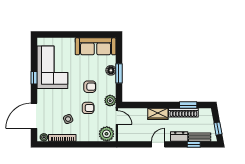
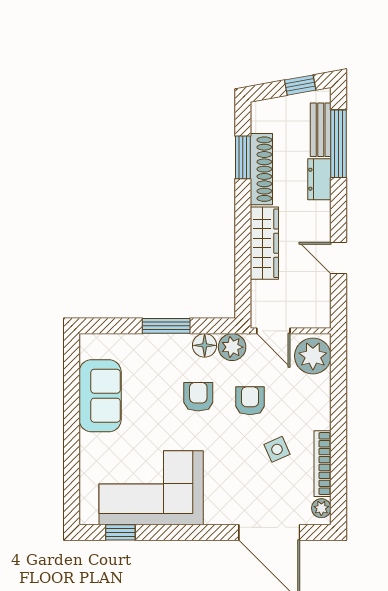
sofa: (96, 46) -> (100, 396), width x0.73
floor lamp: (111, 70) -> (205, 345), moved
window: (34, 78) -> (120, 532), moved
wardrobe: (158, 114) -> (264, 243), width x1.50
door: (117, 118) -> (273, 331), swing flipped
door: (158, 144) -> (339, 258), moved
window: (194, 144) -> (339, 144), width x2.17

